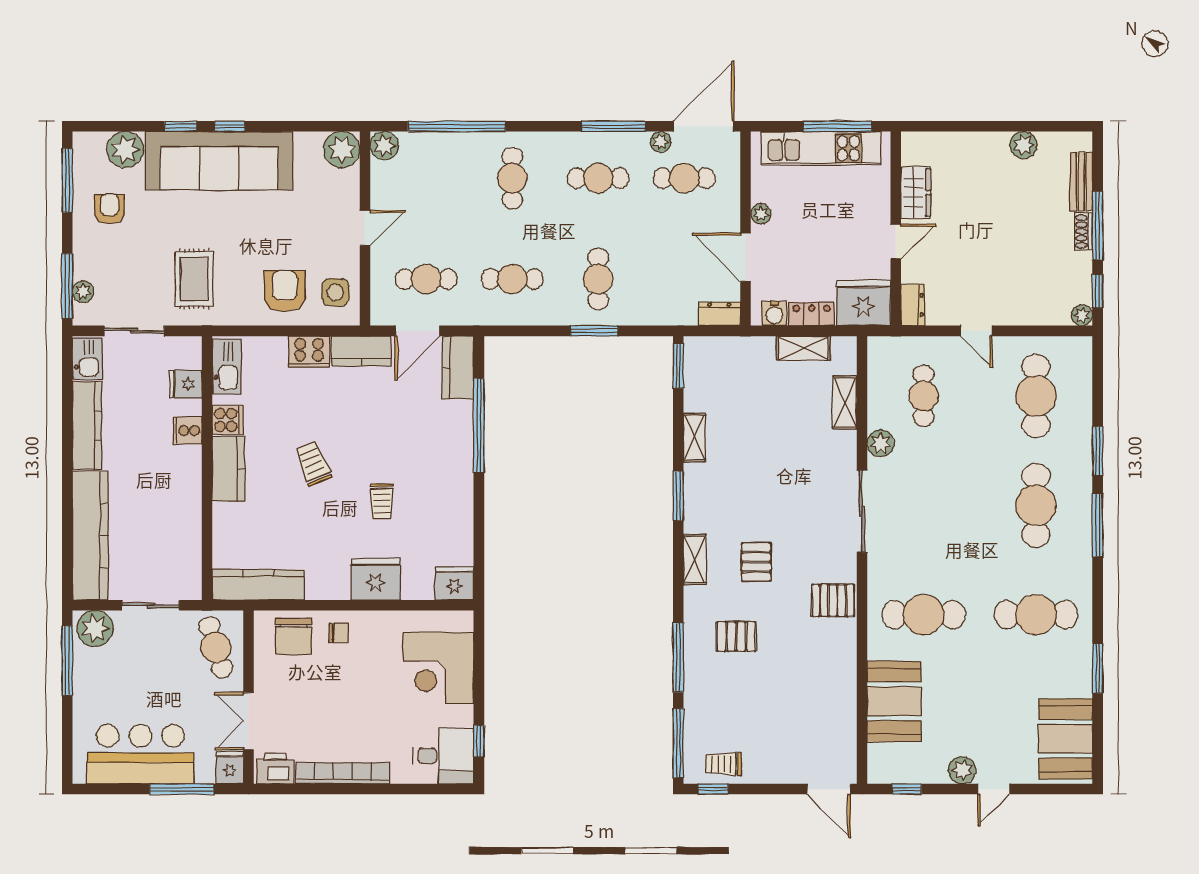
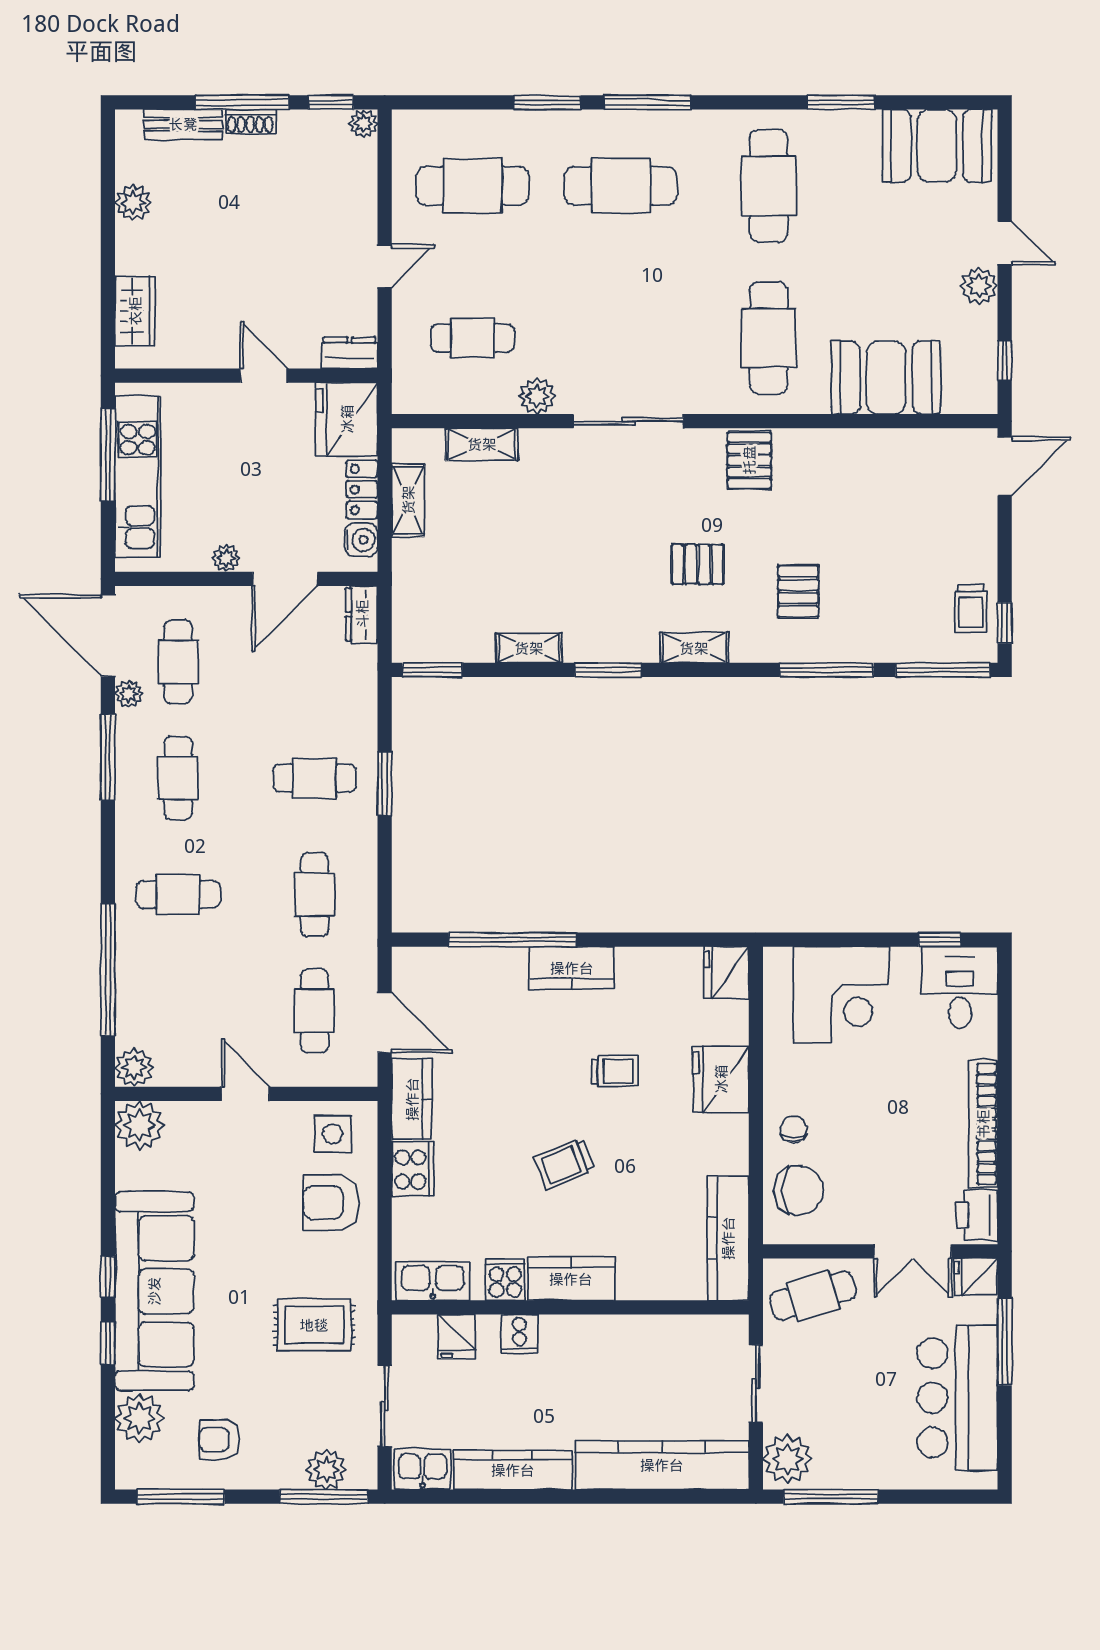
wardrobe: (916, 193) -> (135, 311), moved, turned 90
plant: (83, 292) -> (326, 1470), width x1.38, depth x1.38
kitchen counter: (458, 367) -> (572, 968), moved

